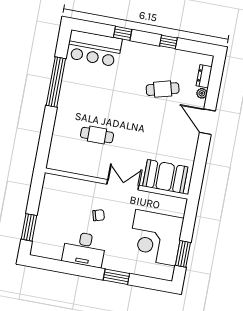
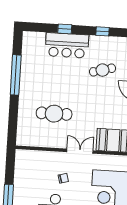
bar counter: (94, 48) -> (67, 45), moved
cafe table: (97, 135) -> (54, 114), width x1.37, depth x1.35

